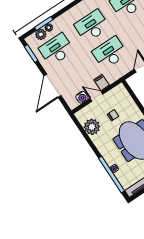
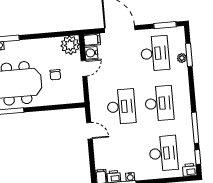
plant: (41, 34) -> (179, 46), removed
filing cabinet: (101, 82) -> (92, 40), moved
plant: (92, 127) -> (70, 45), moved

